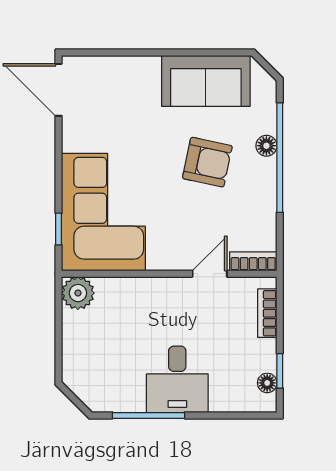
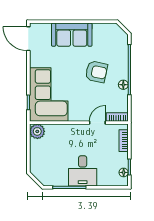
sofa: (206, 81) -> (72, 35), moved
floor lamp: (266, 146) -> (123, 85), moved

